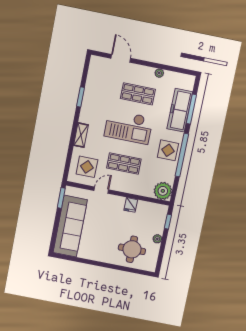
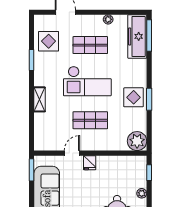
window: (191, 109) -> (149, 36), moved
freezer: (180, 110) -> (137, 36), moved
window: (182, 155) -> (149, 99), width x0.47
display table: (87, 167) -> (49, 41), moved
fridge: (131, 205) -> (90, 163), moved

